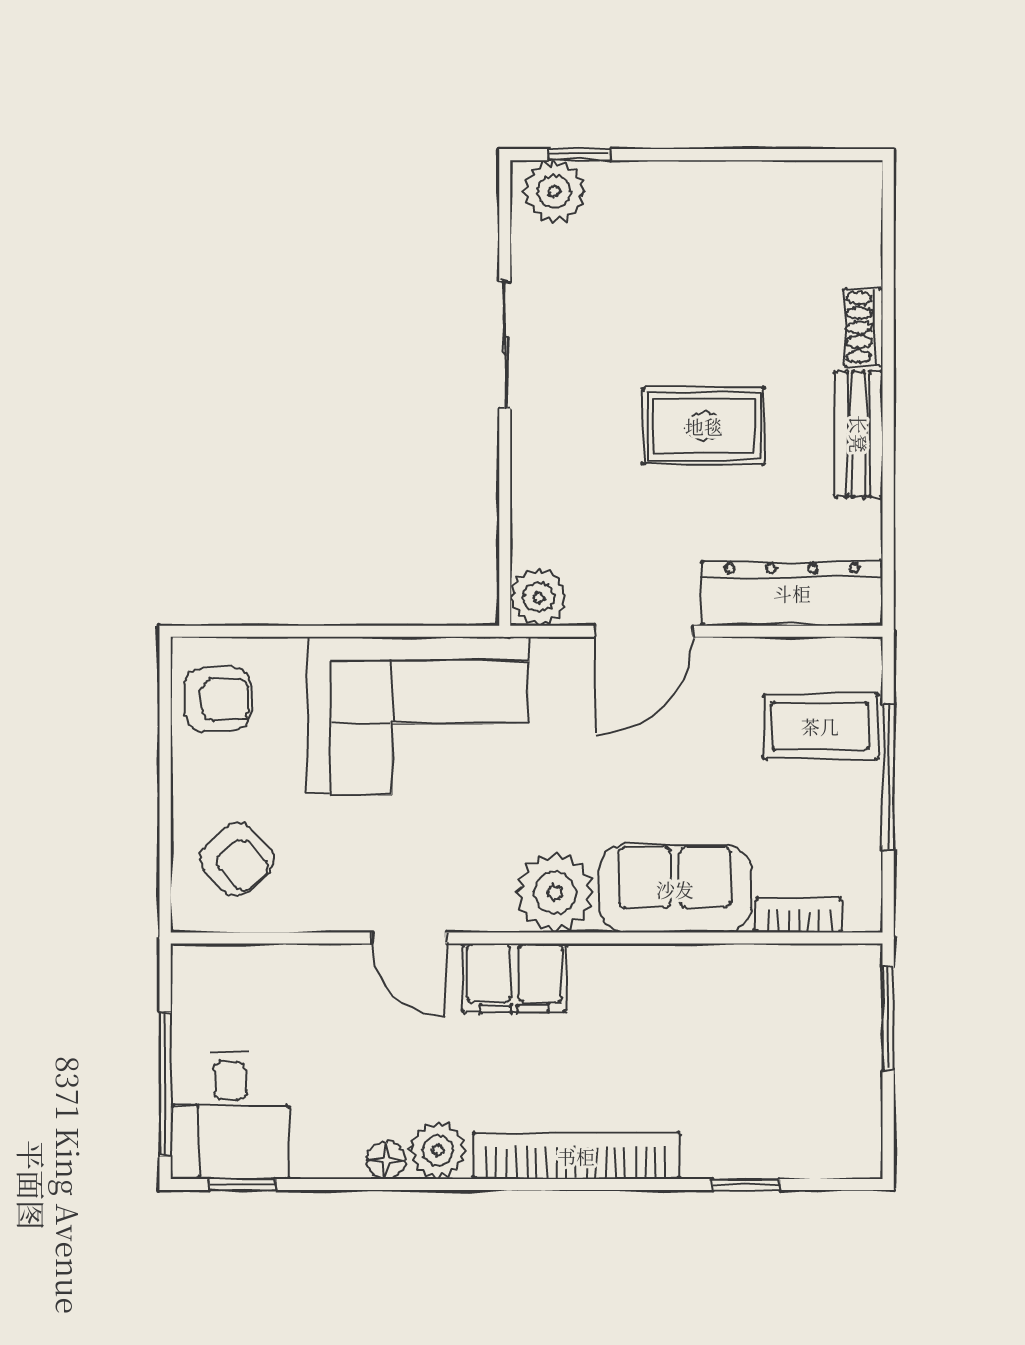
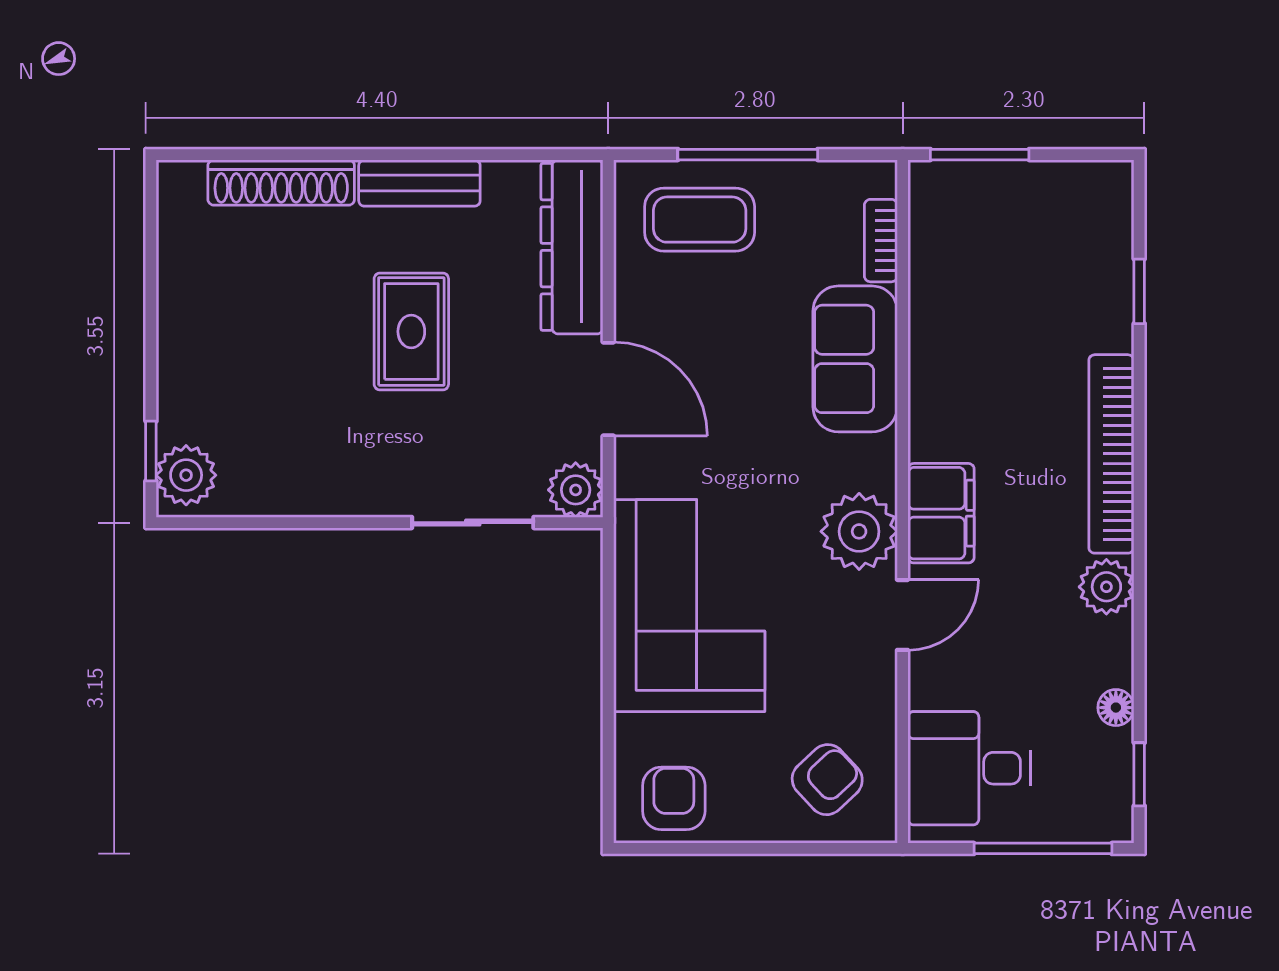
shoe rack: (864, 327) -> (281, 182), width x1.94, depth x1.24
sliding door: (505, 345) -> (473, 523), moved
coffee table: (820, 726) -> (700, 220), turned 90
plant: (555, 893) -> (859, 531), moved
desk: (230, 1115) -> (969, 768), moved, turned 180
floor lamp: (386, 1160) -> (1116, 708), moved

